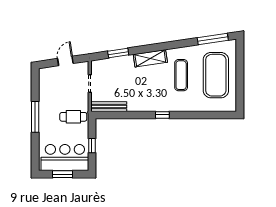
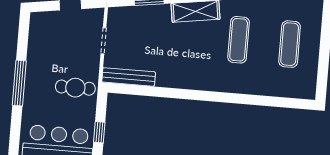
exercise mat: (216, 75) -> (290, 44), width x0.50, depth x0.69
window: (162, 115) -> (206, 96), removed

